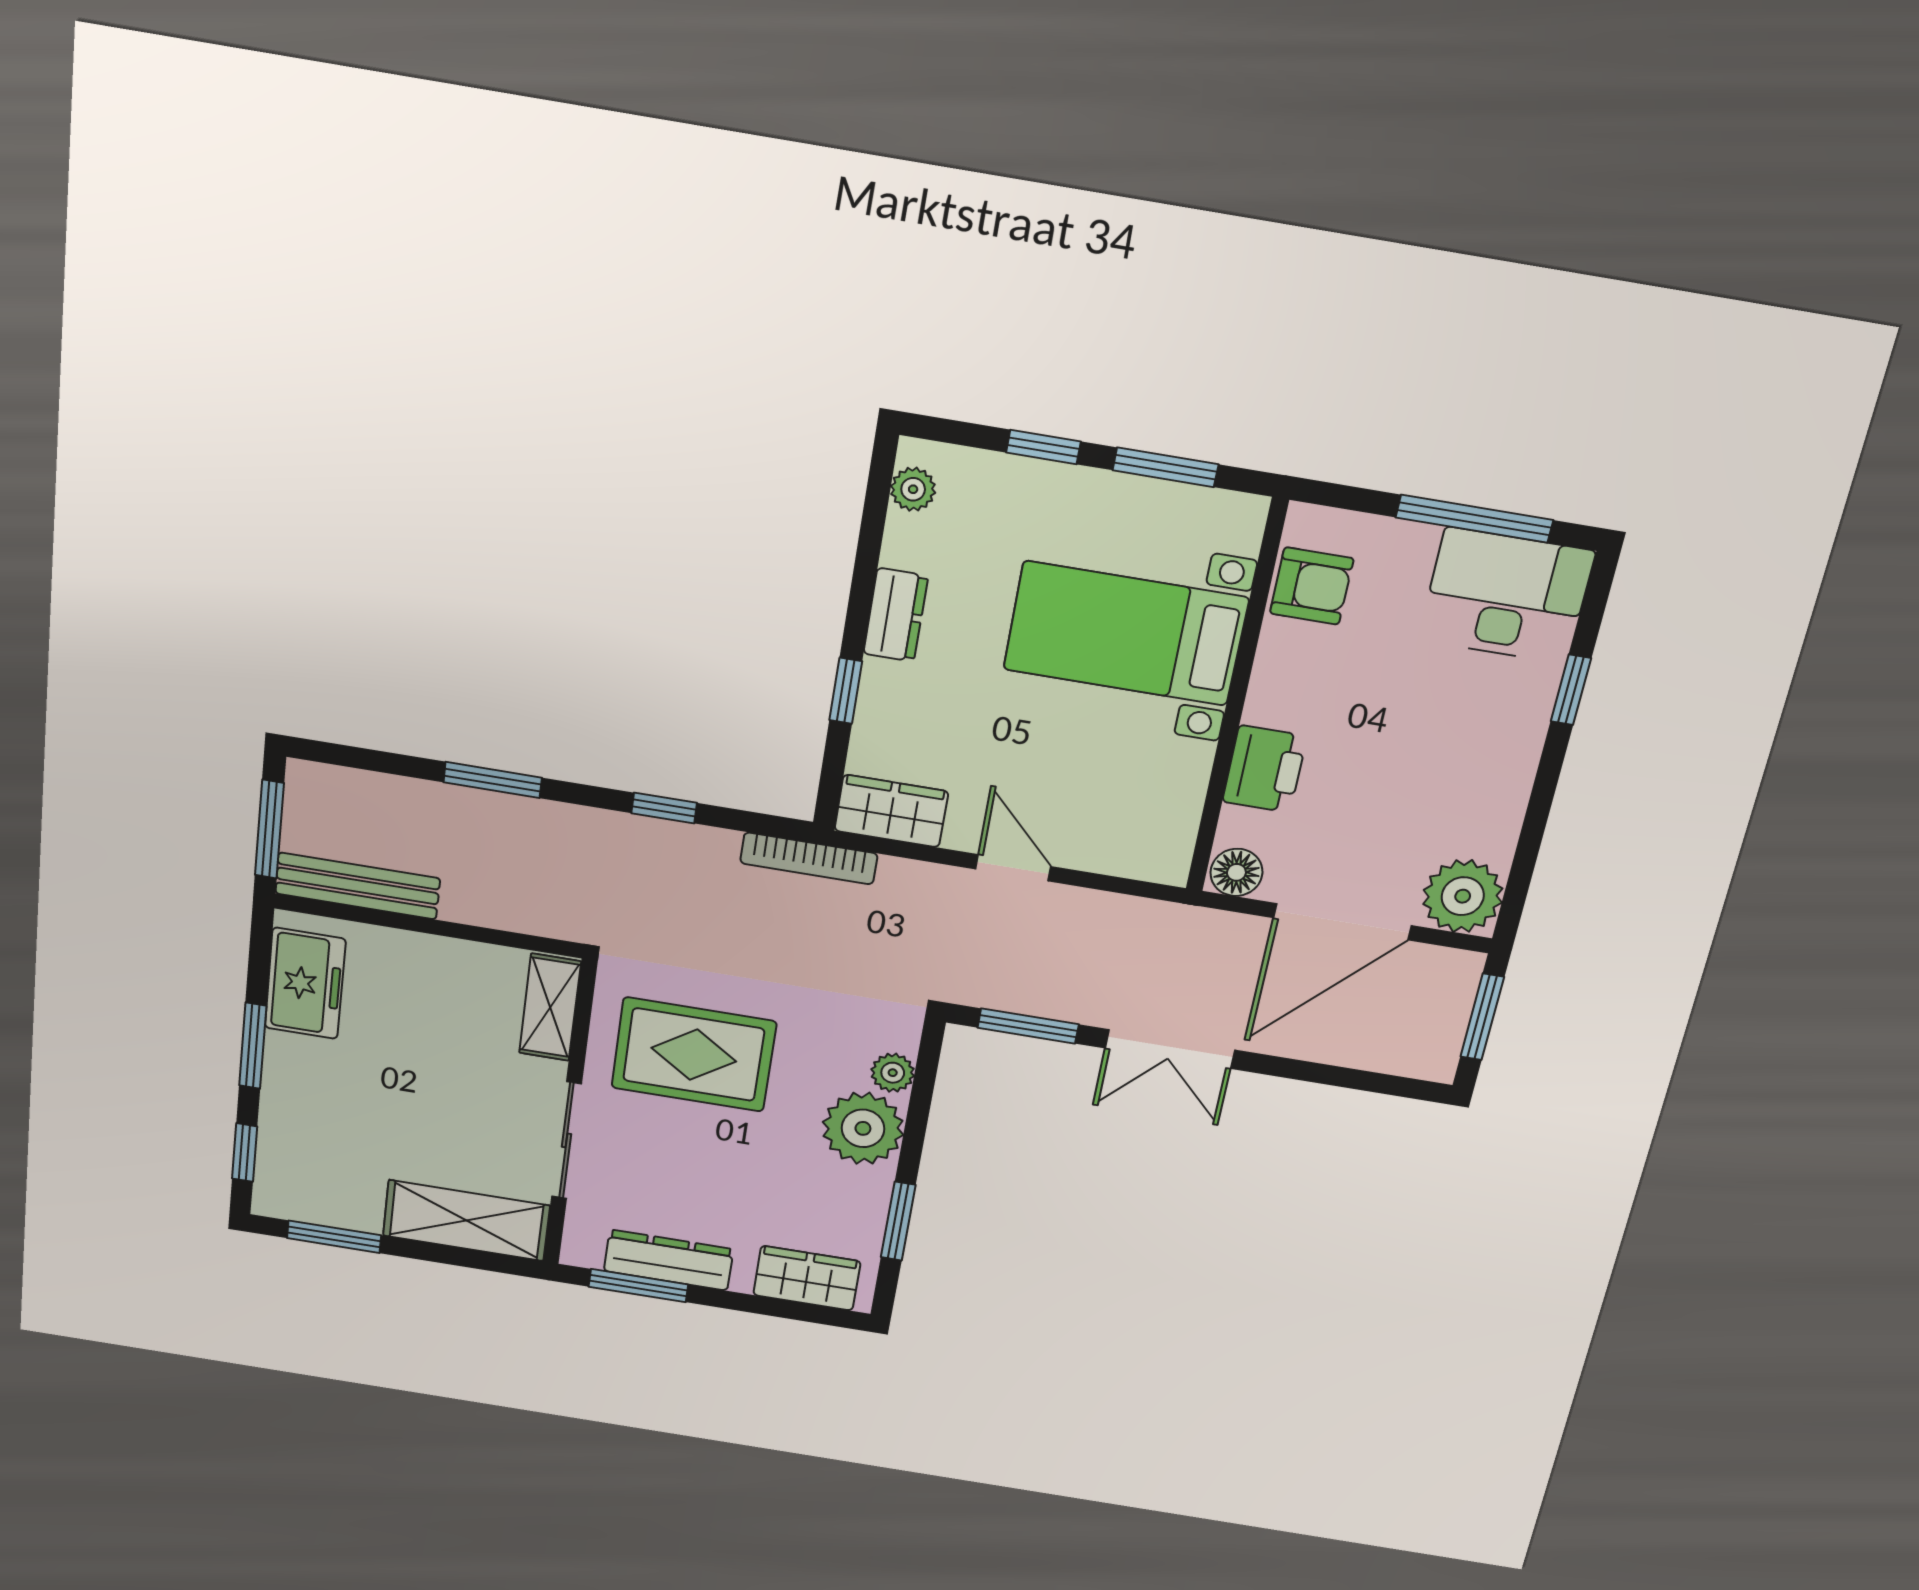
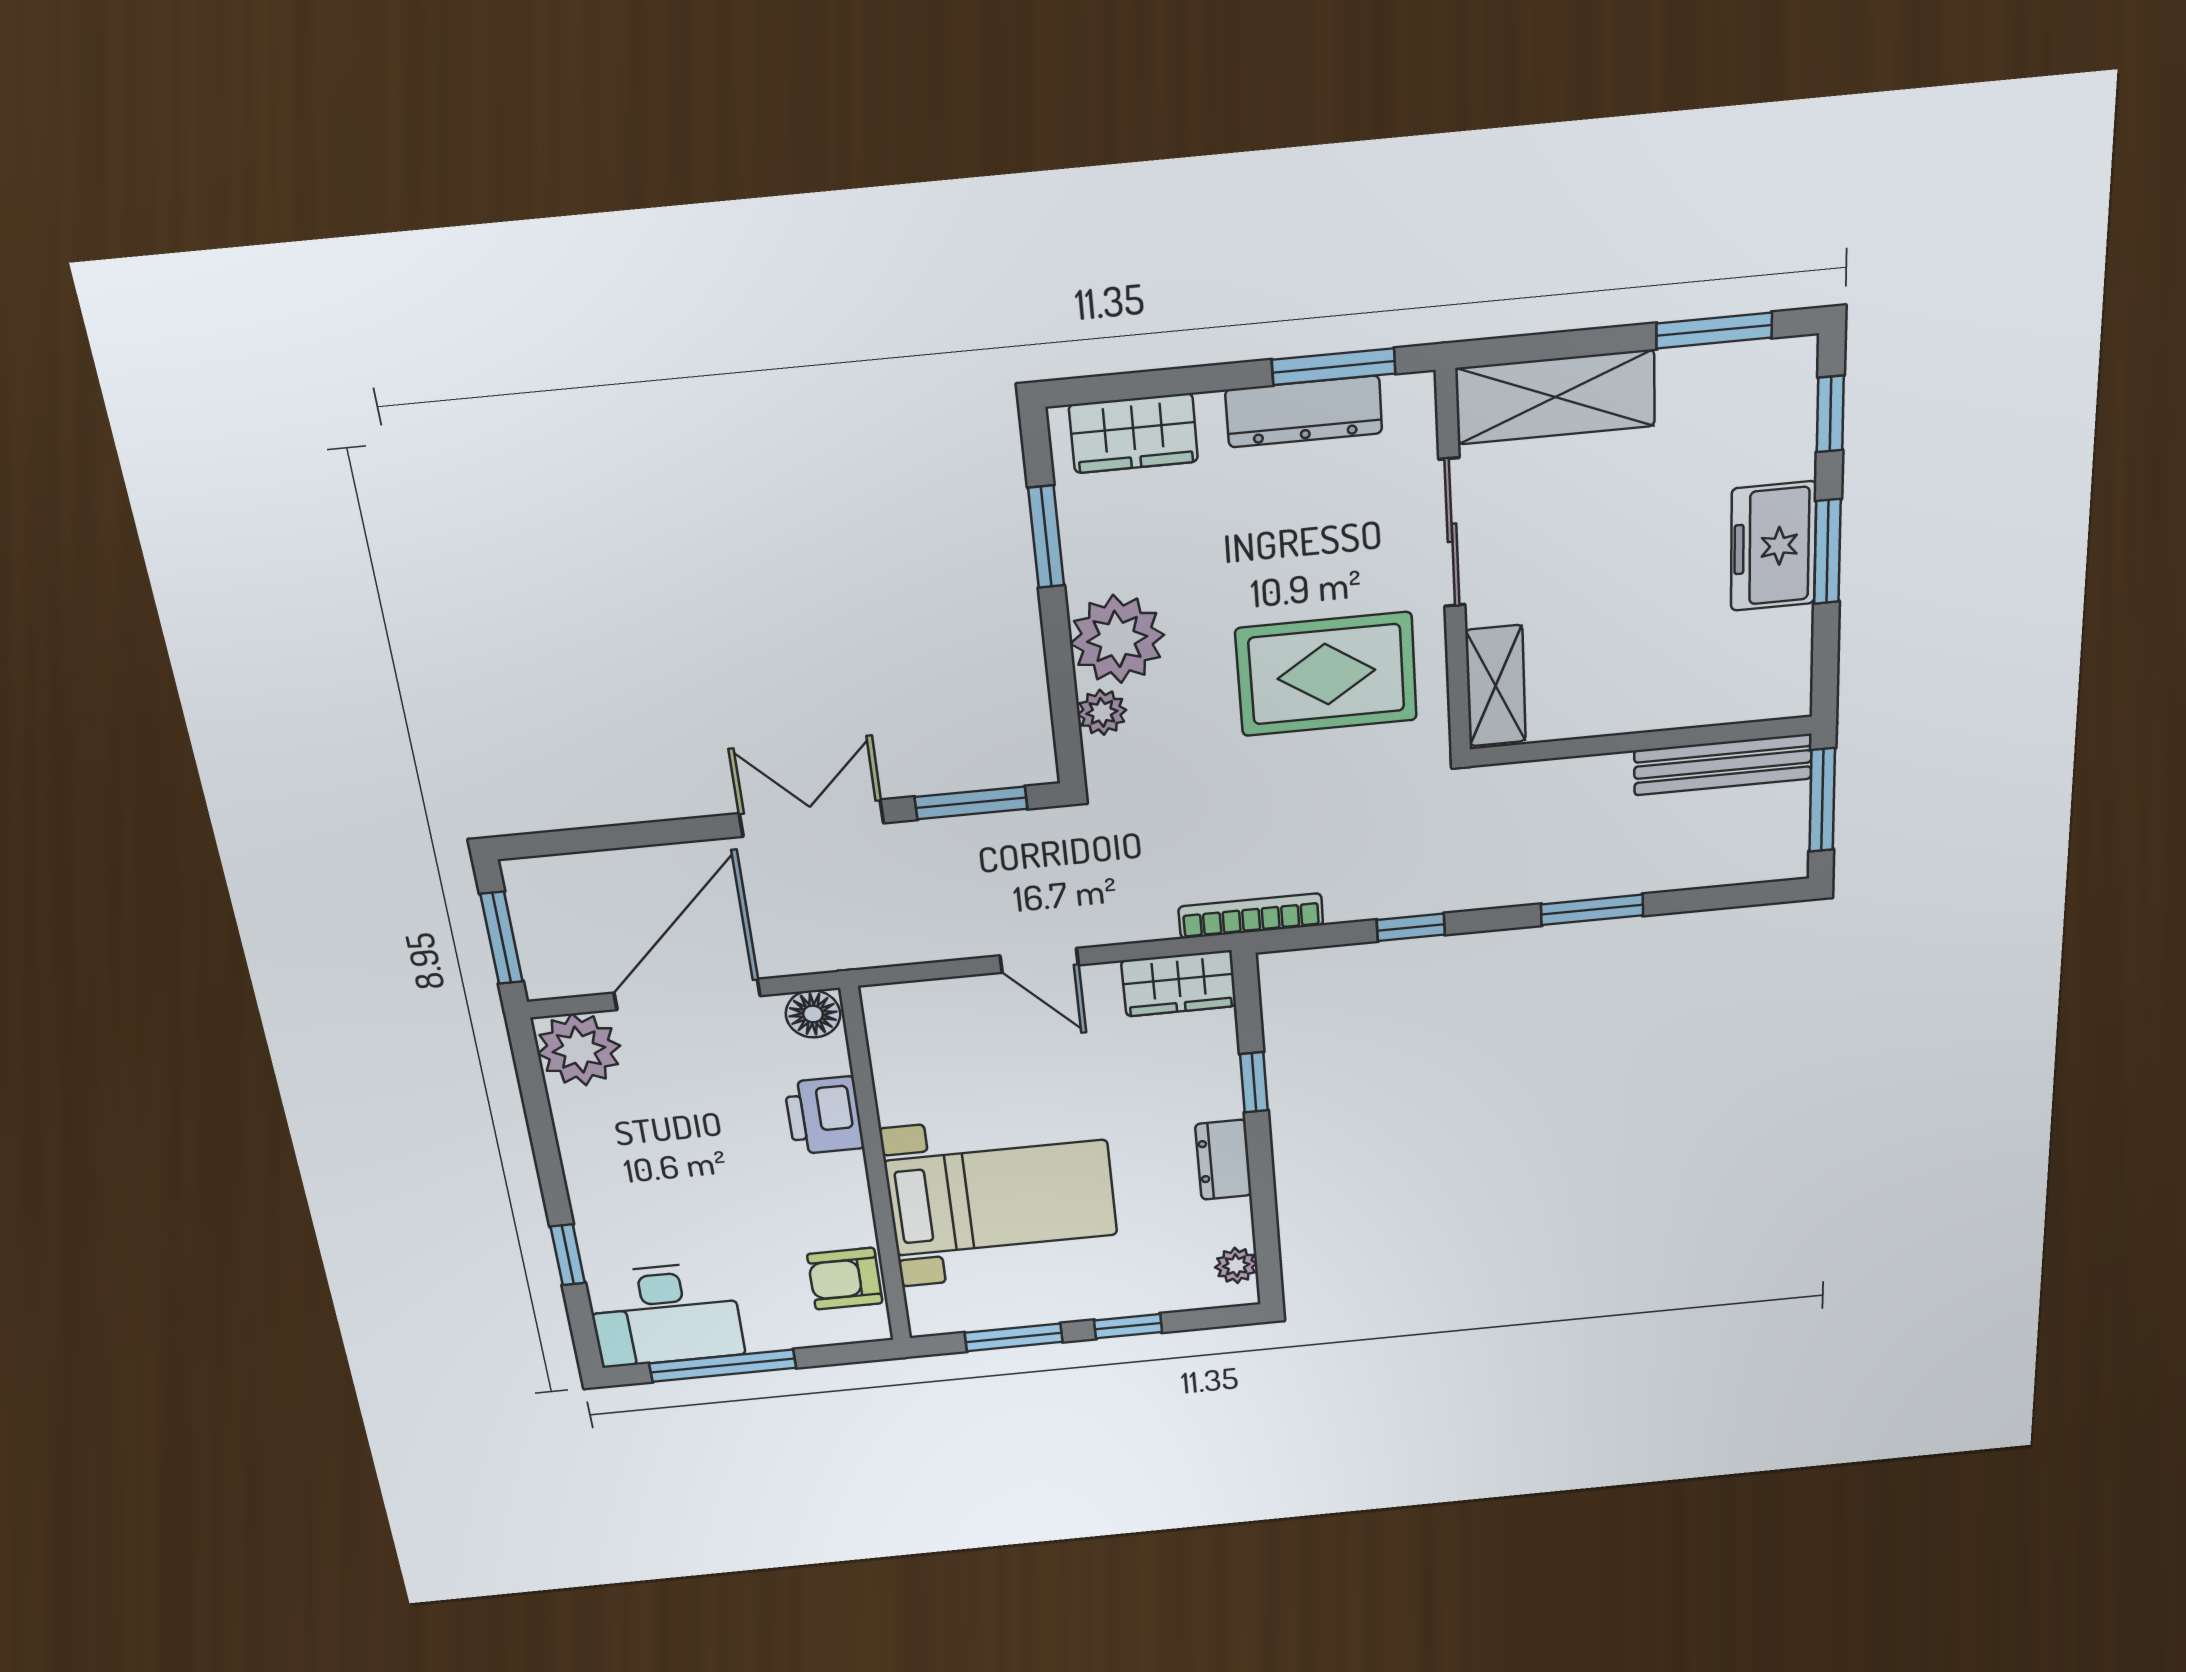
freezer: (305, 983) -> (1773, 546), moved

